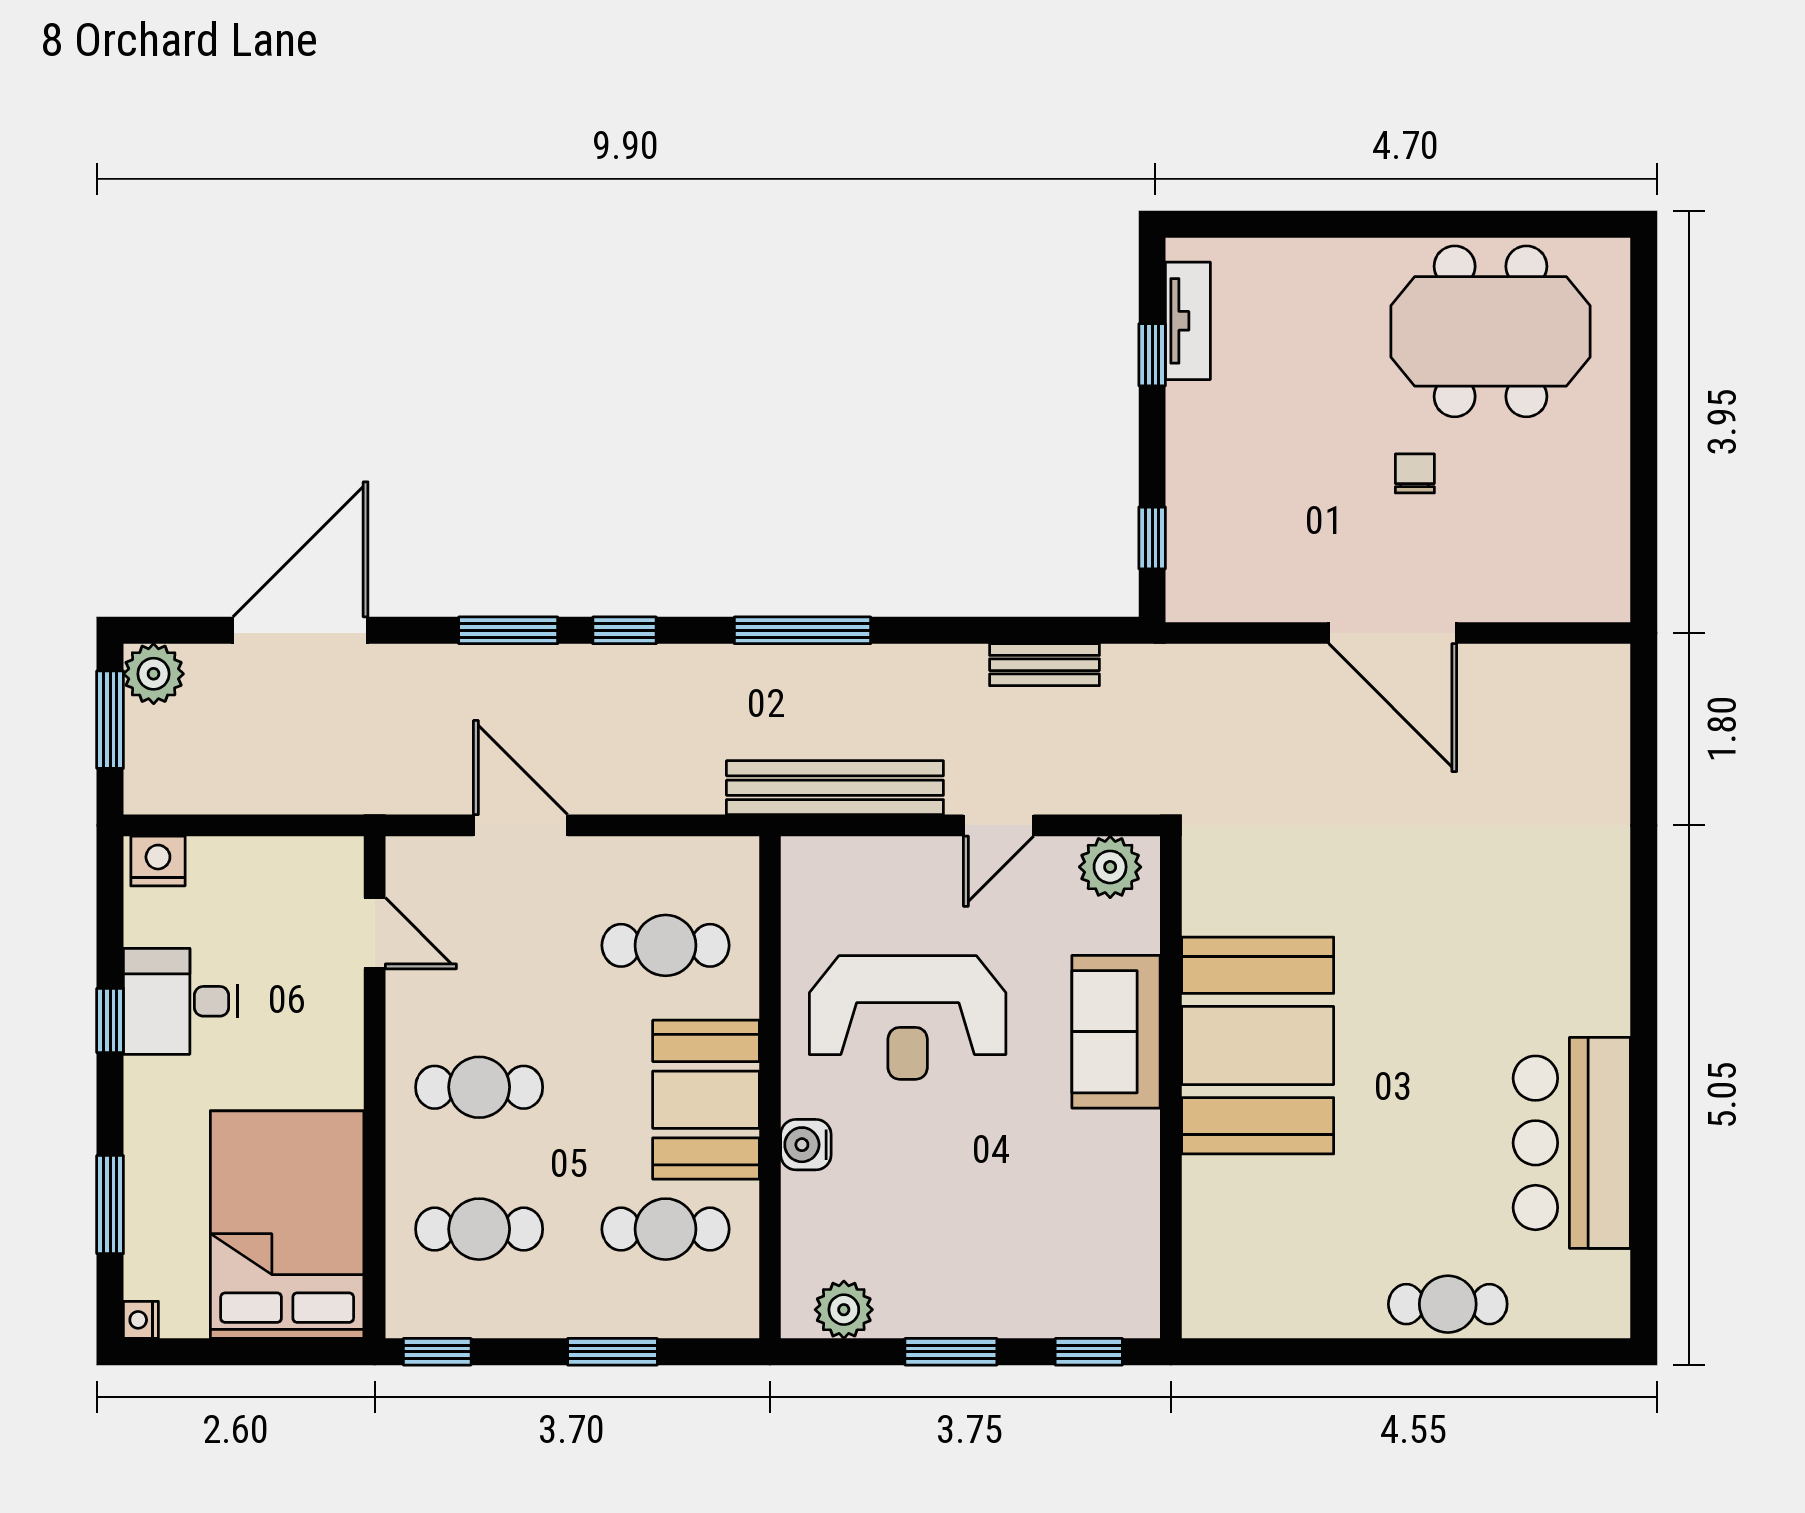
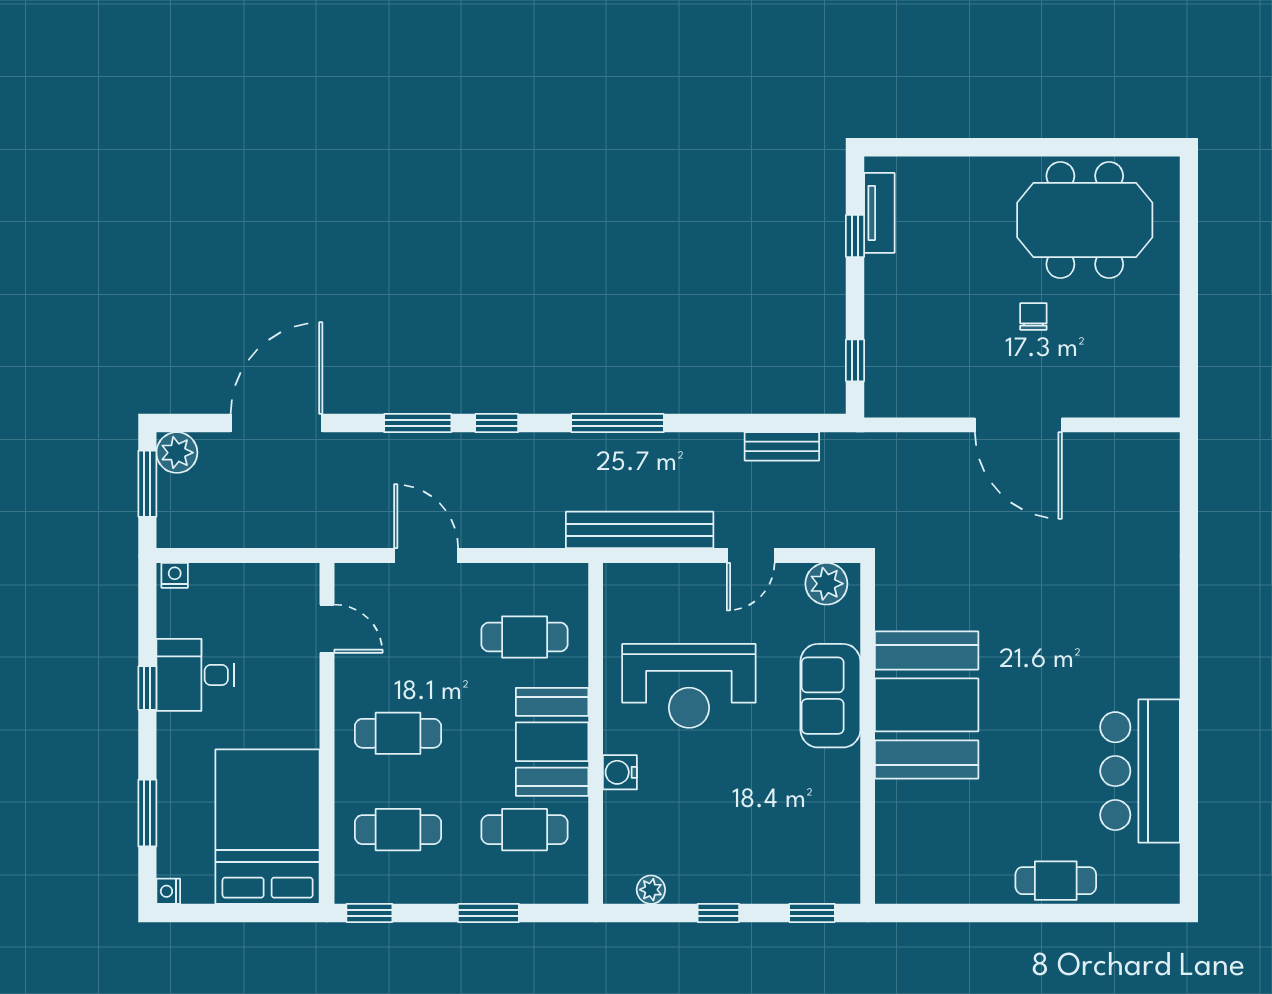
nightstand: (158, 861) -> (175, 575), width x0.72, depth x0.74
plant: (844, 1310) -> (651, 890), width x0.73, depth x0.73
window: (951, 1352) -> (718, 913), width x0.67

